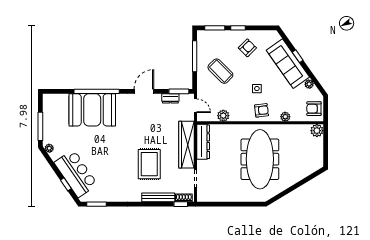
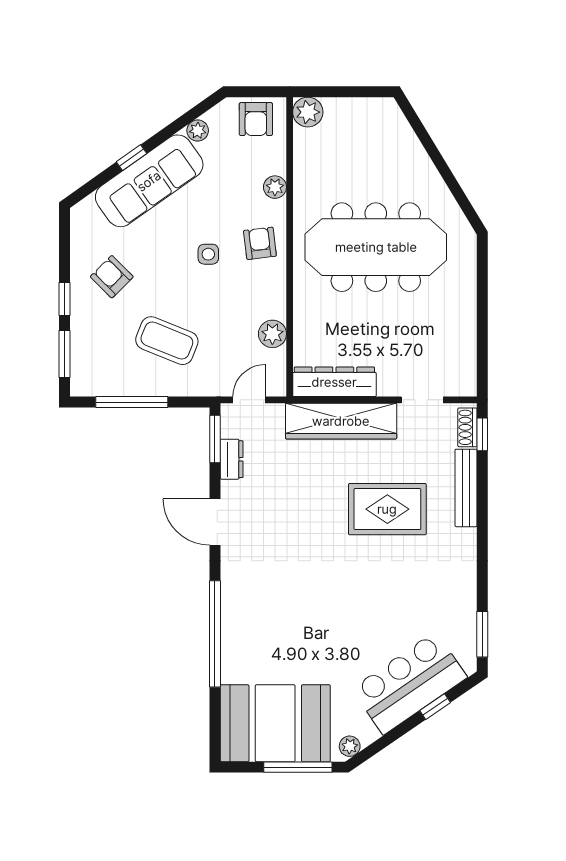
coffee table: (220, 71) -> (167, 341), turned 67
booth: (92, 110) -> (275, 723), moved, turned 90

